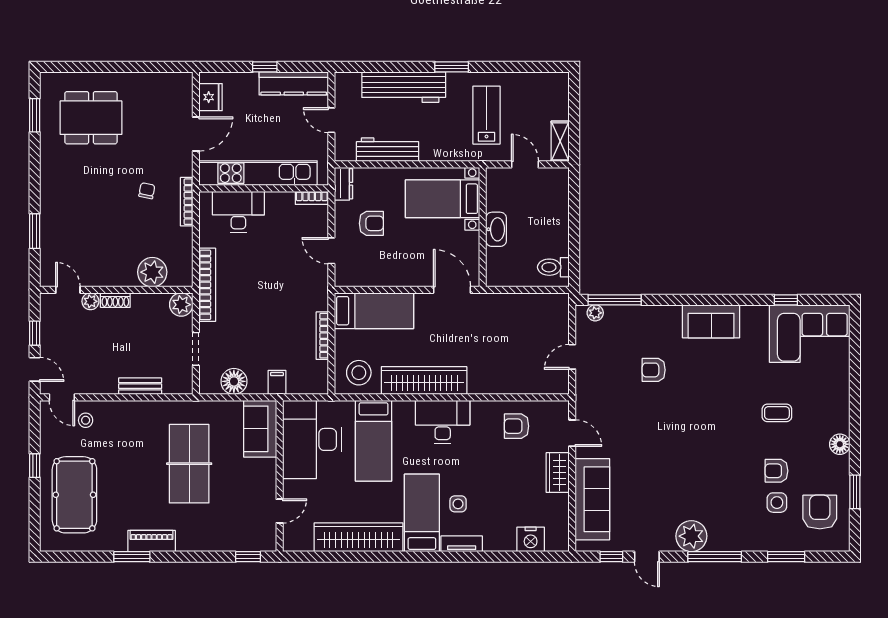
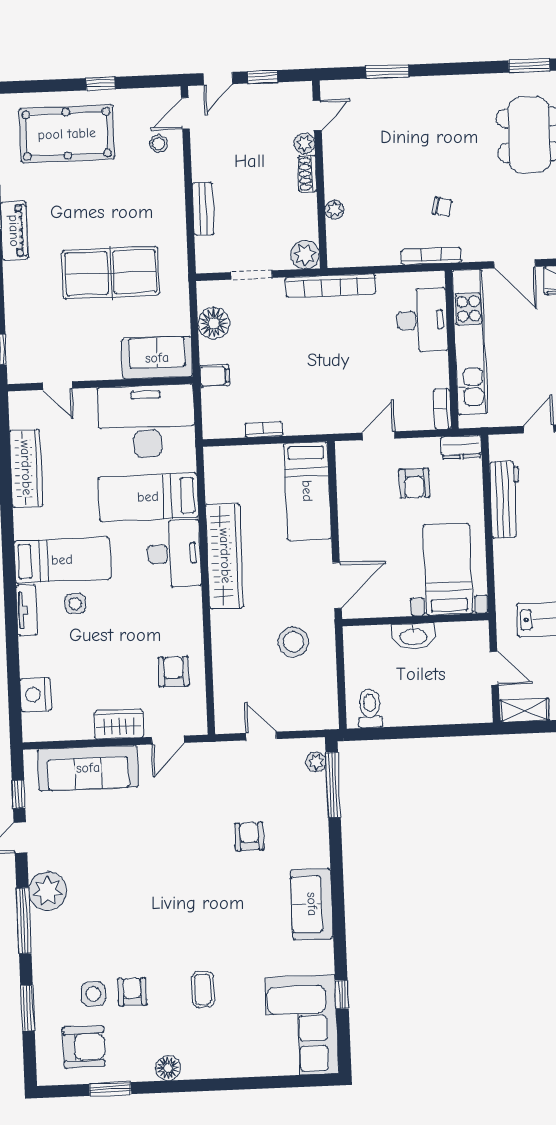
door: (525, 164) -> (494, 668), hinge flipped
plant: (152, 272) -> (334, 210), width x0.53, depth x0.53
bookcase: (322, 336) -> (264, 429), width x0.64
stool: (359, 373) -> (293, 642), moved
desk: (443, 422) -> (174, 554), moved
wardrobe: (358, 537) -> (26, 468), width x0.71, depth x0.85

